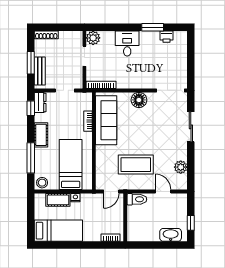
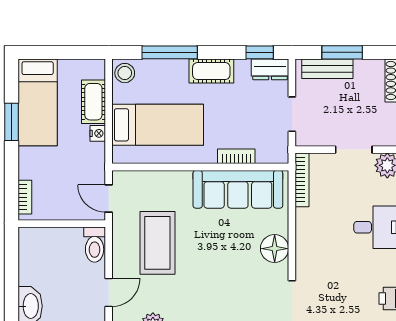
window: (69, 245) -> (11, 122), added

